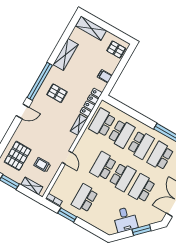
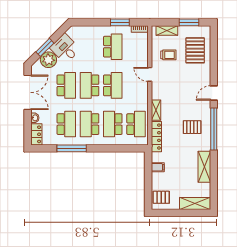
plant: (145, 218) -> (48, 60), added

